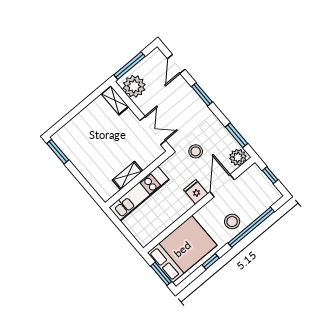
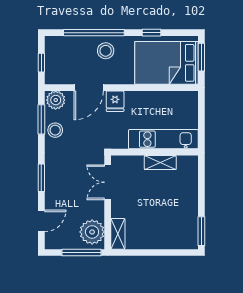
stool: (196, 151) -> (55, 130), moved

